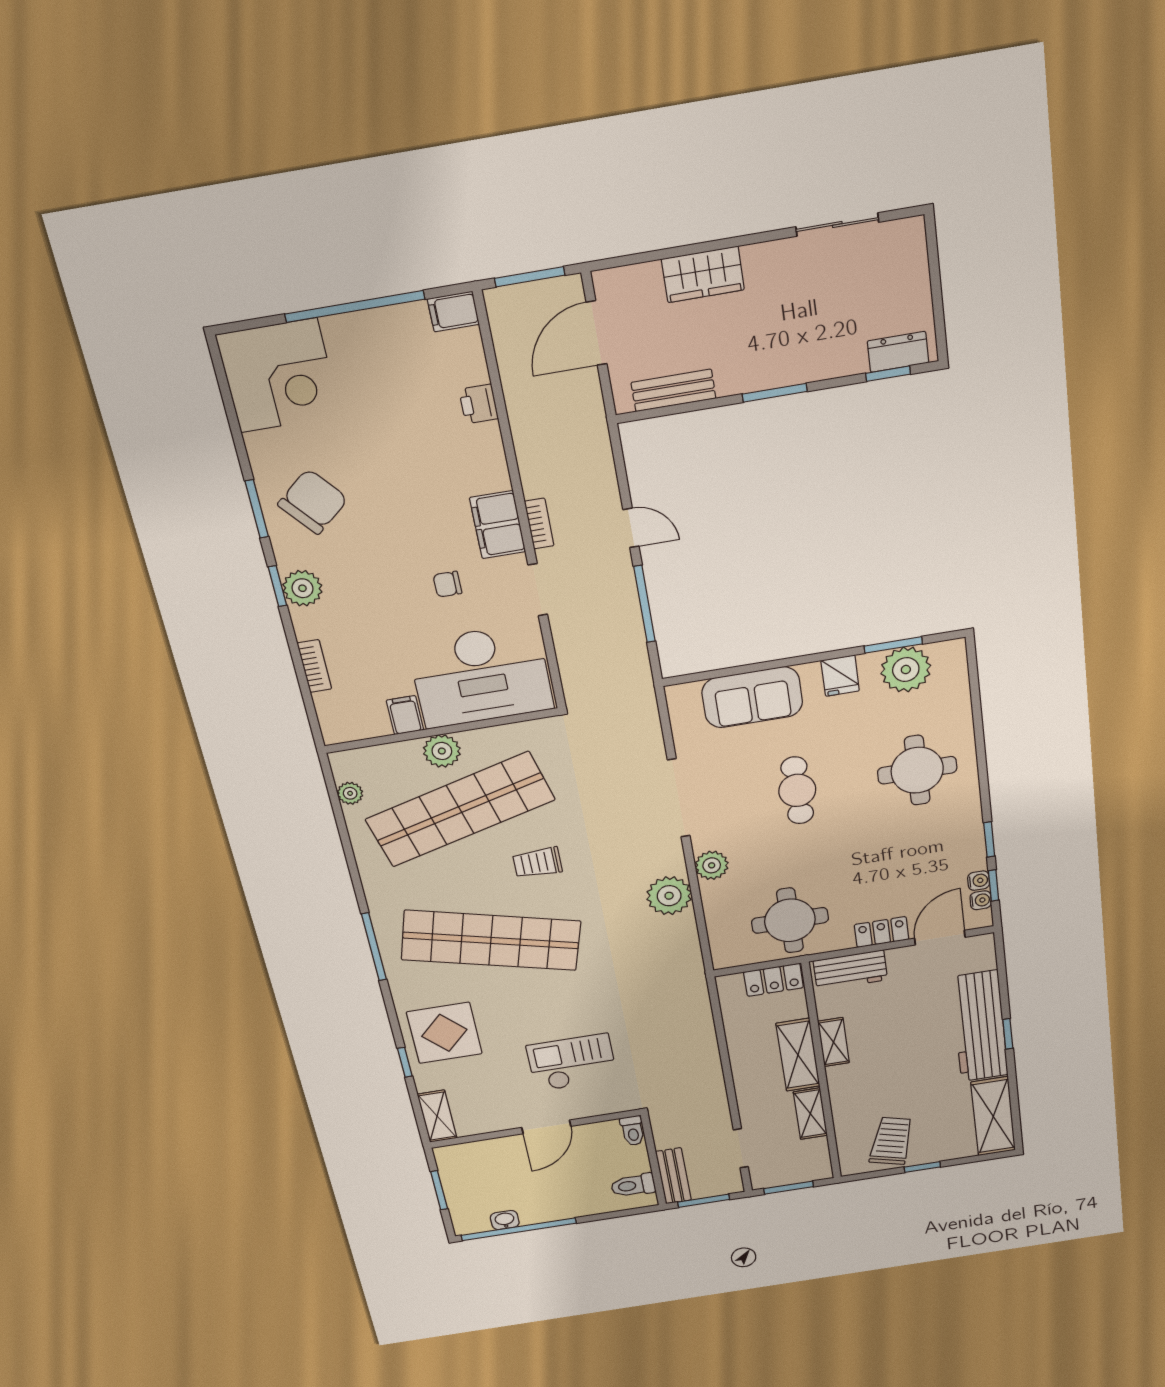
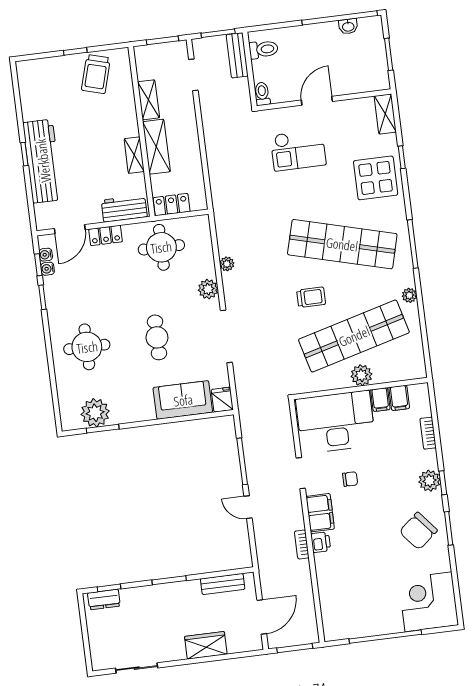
filing cabinet: (453, 312) -> (399, 398), moved, turned 90
printer: (479, 404) -> (321, 542), moved
bookcase: (539, 524) -> (302, 544), moved
fridge: (840, 676) -> (222, 400), moved
plant: (350, 793) -> (409, 295), moved
plant: (669, 896) -> (227, 264), width x0.53, depth x0.53
shelving: (993, 1116) -> (31, 90), removed

